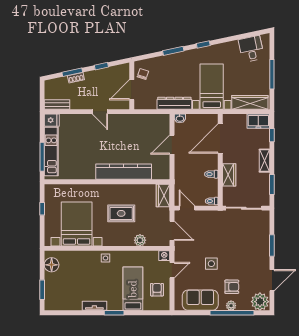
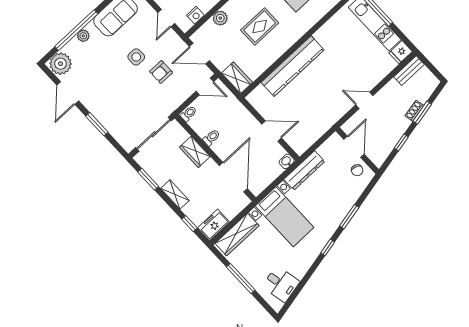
door: (172, 145) -> (272, 131), hinge flipped
nightstand: (164, 256) -> (195, 15), moved
armchair: (232, 287) -> (161, 72), moved

